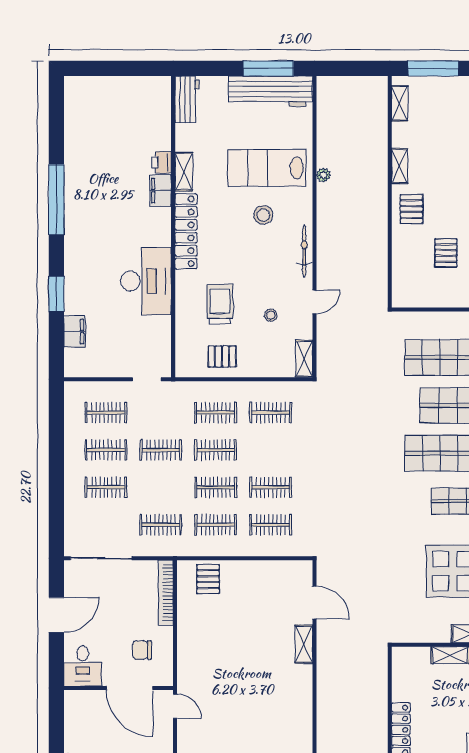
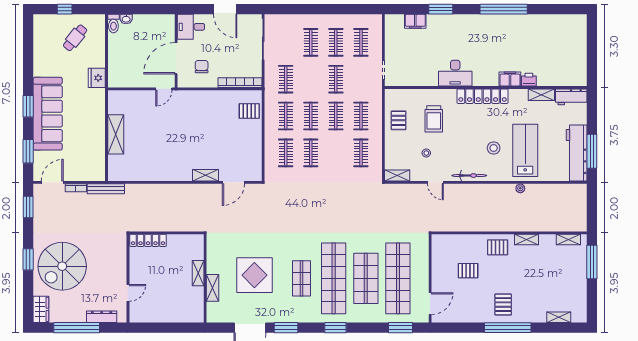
shelving: (184, 172) -> (541, 95), moved
desk: (146, 281) -> (455, 73), width x0.73, depth x0.77
trolley: (220, 304) -> (434, 119), turned 90

